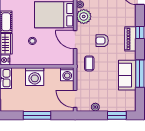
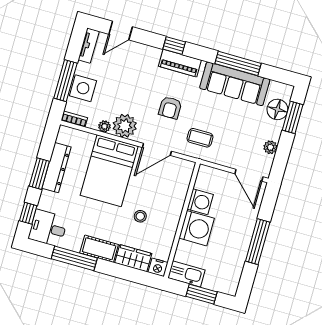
washing machine: (67, 74) -> (200, 202), moved
sofa: (127, 75) -> (235, 84), width x1.36
door: (75, 99) -> (249, 175), hinge flipped
floor lamp: (119, 105) -> (277, 109), added

